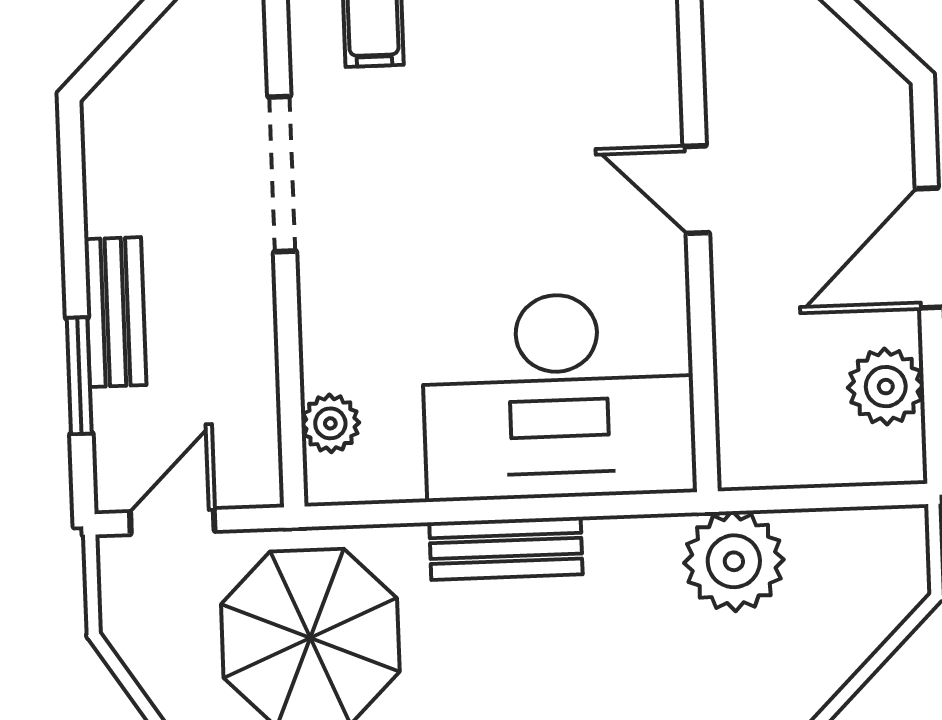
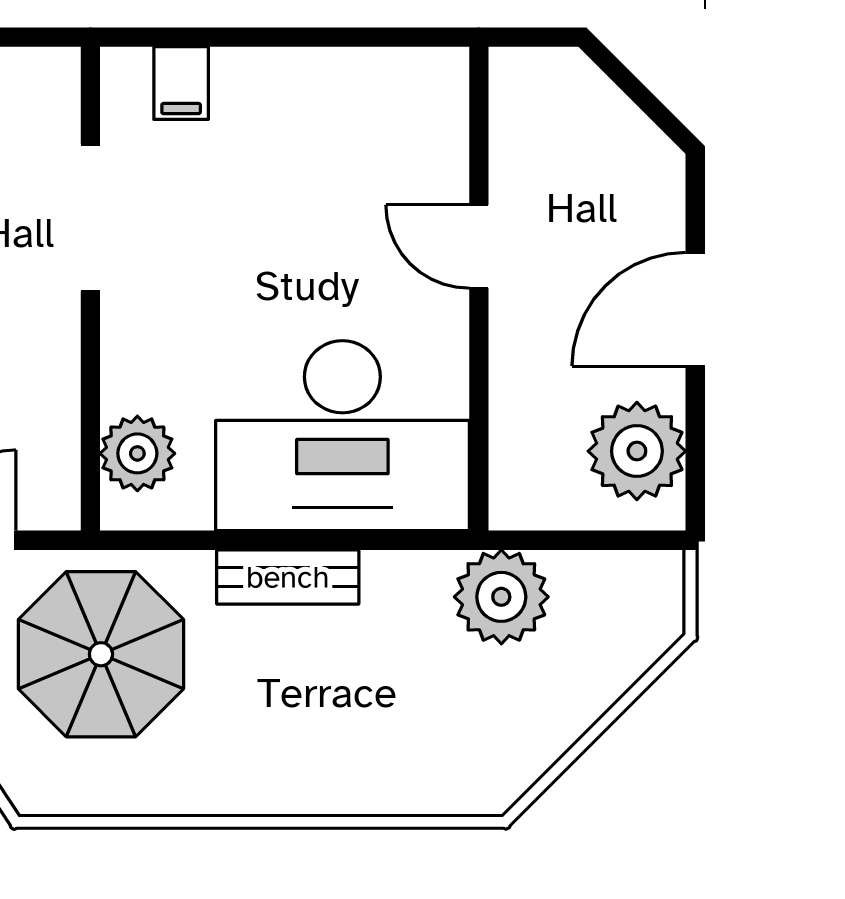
plant: (886, 387) -> (637, 451), width x1.36, depth x1.36
plant: (330, 423) -> (137, 453), width x1.38, depth x1.38

